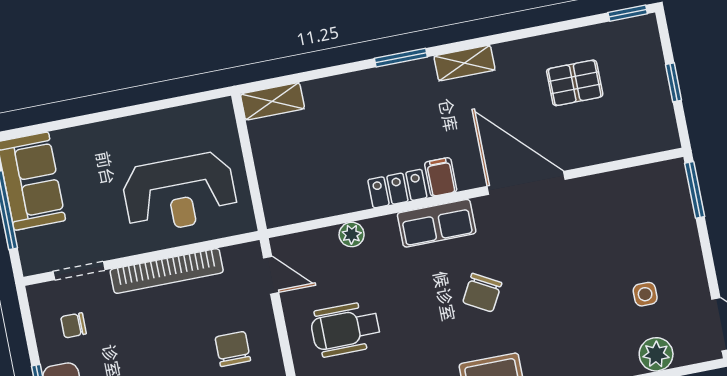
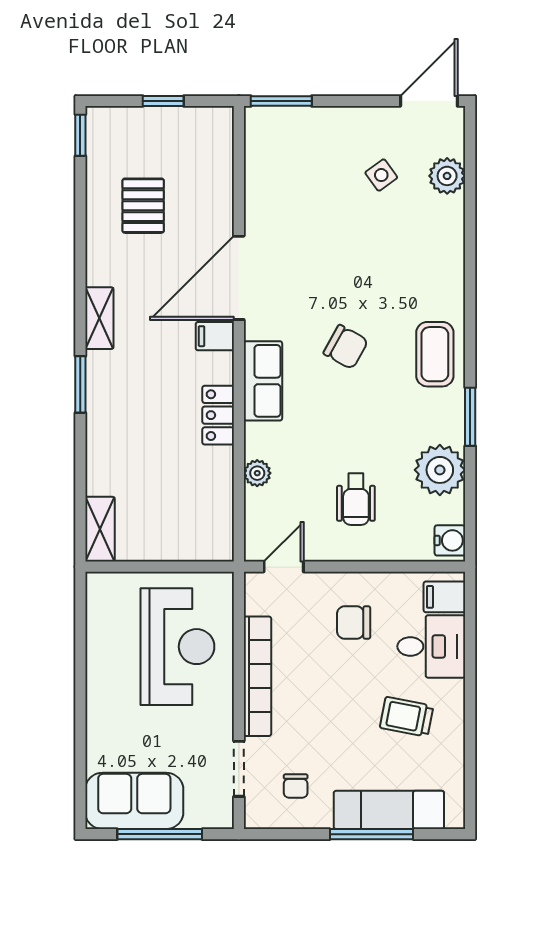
filing cabinet: (441, 177) -> (215, 336), moved
side table: (645, 294) -> (381, 175), turned -36
wheelchair: (345, 329) -> (356, 499), width x0.73, depth x0.73

